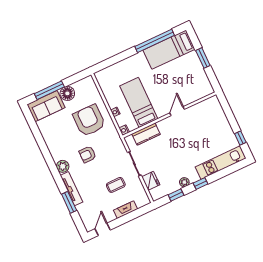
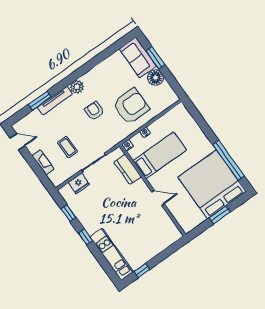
bed: (169, 50) -> (212, 184), width x2.04
window: (49, 90) -> (155, 58), width x0.69
plant: (184, 182) -> (84, 219), removed

